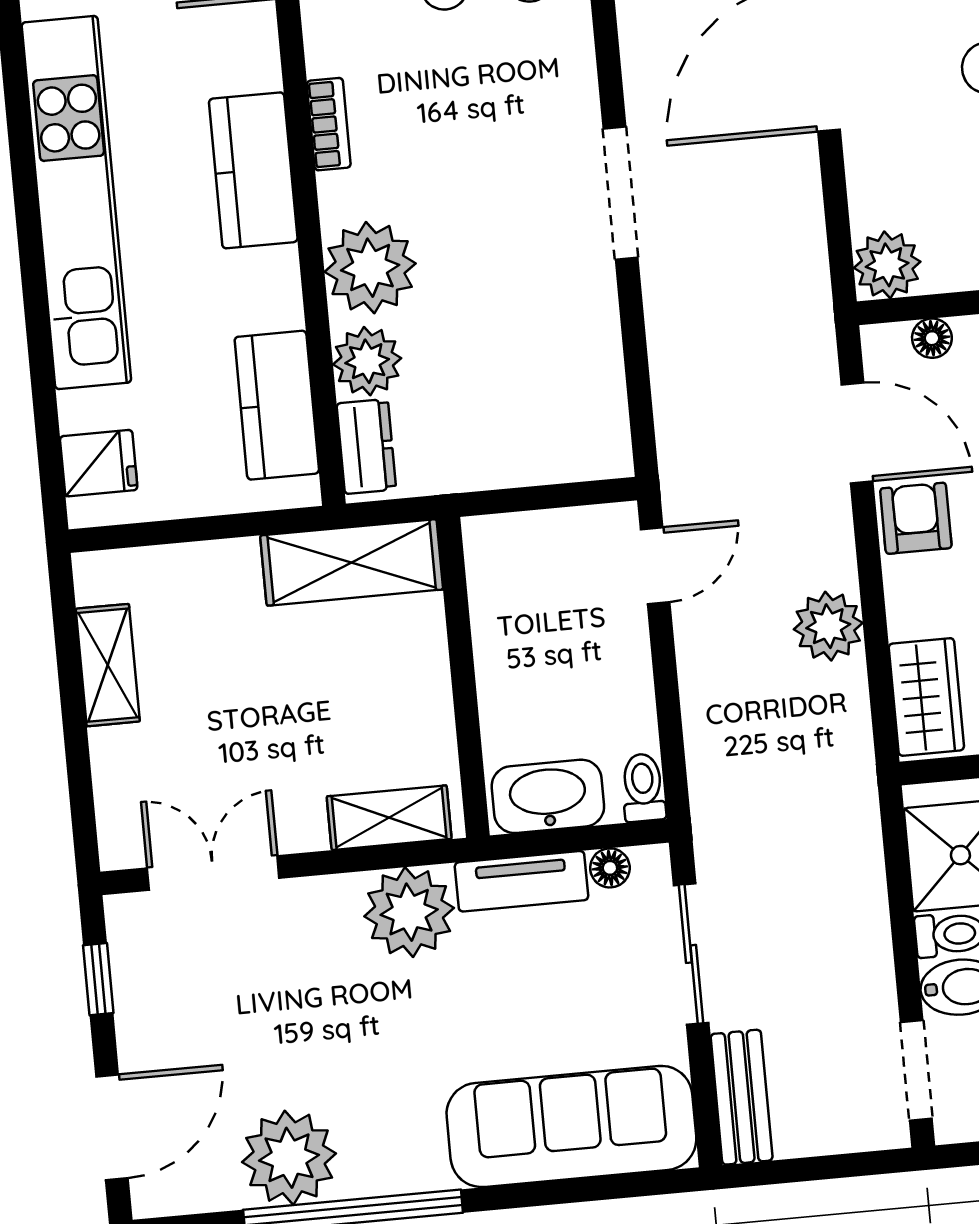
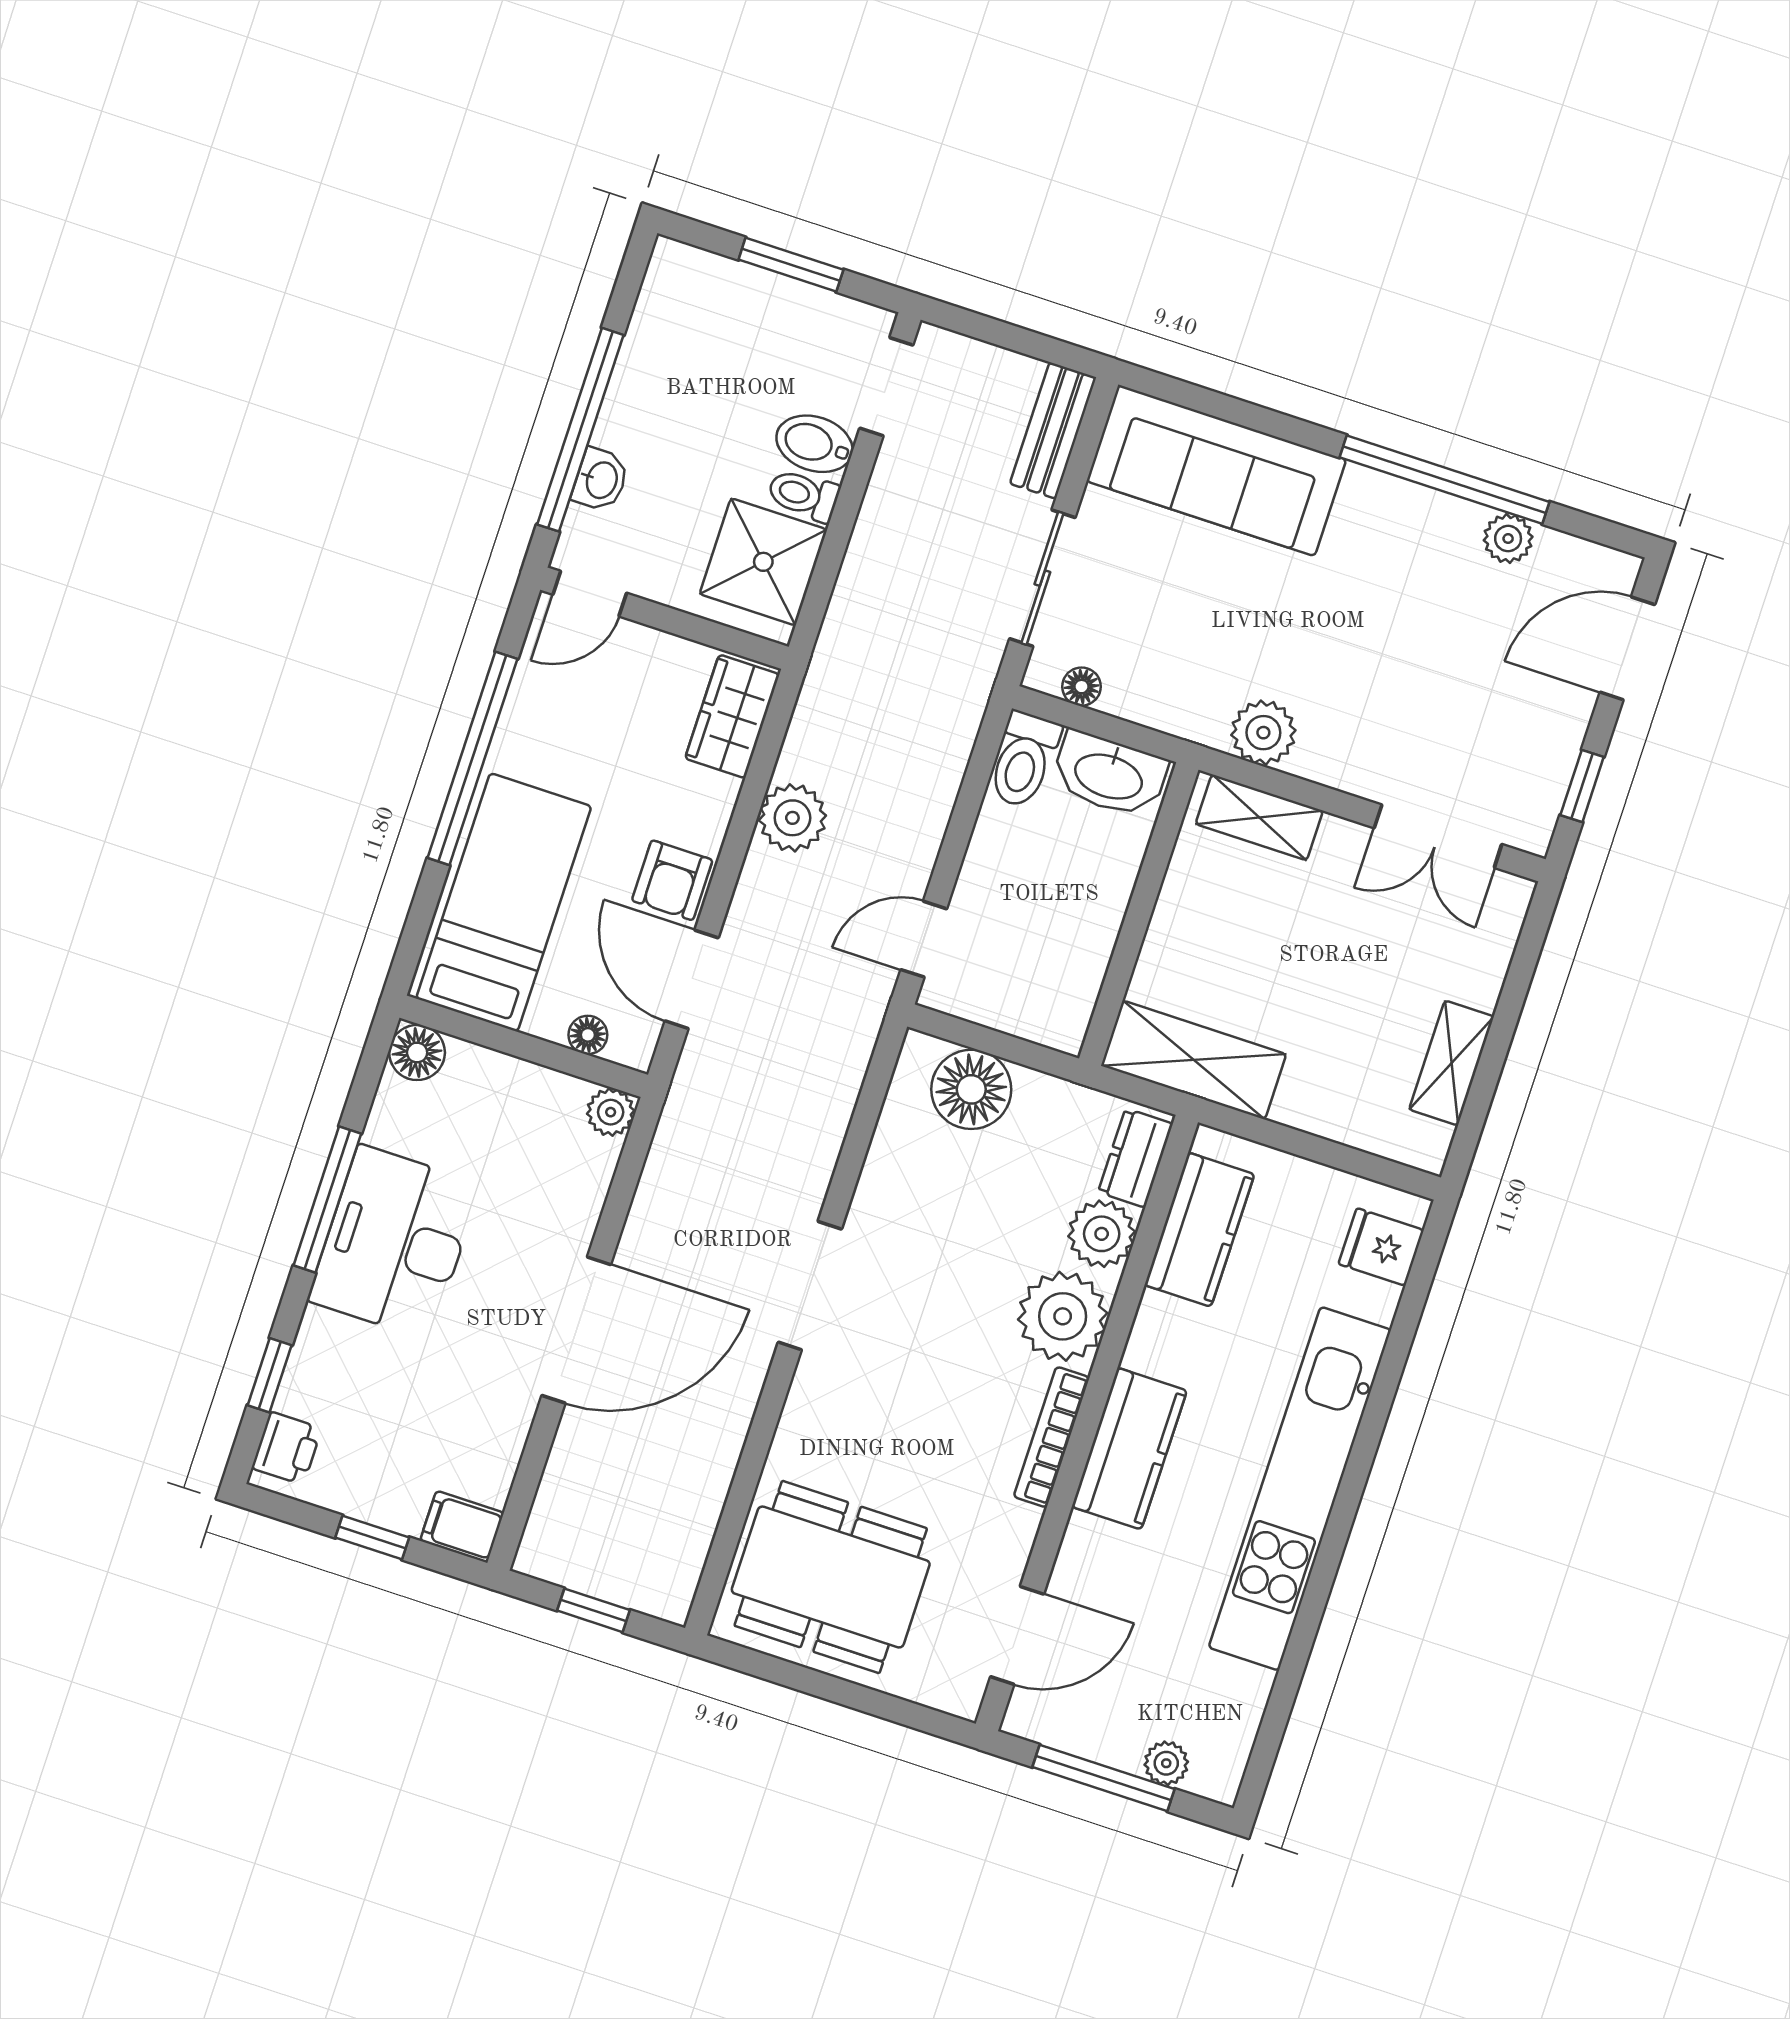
bookcase: (329, 124) -> (1052, 1437), width x1.56
plant: (887, 265) -> (611, 1112), width x0.73, depth x0.73
floor lamp: (549, 444) -> (971, 1089), added
toilet: (643, 788) -> (1024, 760), width x1.37, depth x1.39
tv unit: (521, 881) -> (1166, 709), removed
plant: (409, 912) -> (1263, 733), width x0.73, depth x0.73
plant: (289, 1158) -> (1508, 539), width x0.53, depth x0.53

